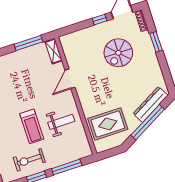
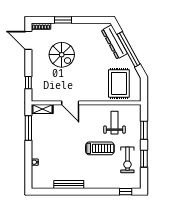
window: (100, 20) -> (28, 83), moved
weight bench: (61, 122) -> (115, 123), moved
window: (67, 167) -> (144, 130), width x0.69

